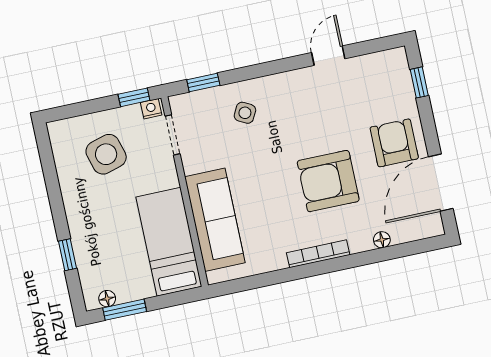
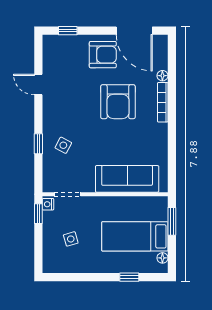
window: (203, 82) -> (38, 144), moved
armchair: (394, 143) -> (103, 55), turned 180
side table: (106, 154) -> (71, 239), width x0.54, depth x0.54
bed: (169, 242) -> (135, 236), moved
bookcase: (318, 254) -> (163, 102), moved
window: (125, 310) -> (172, 221), moved

